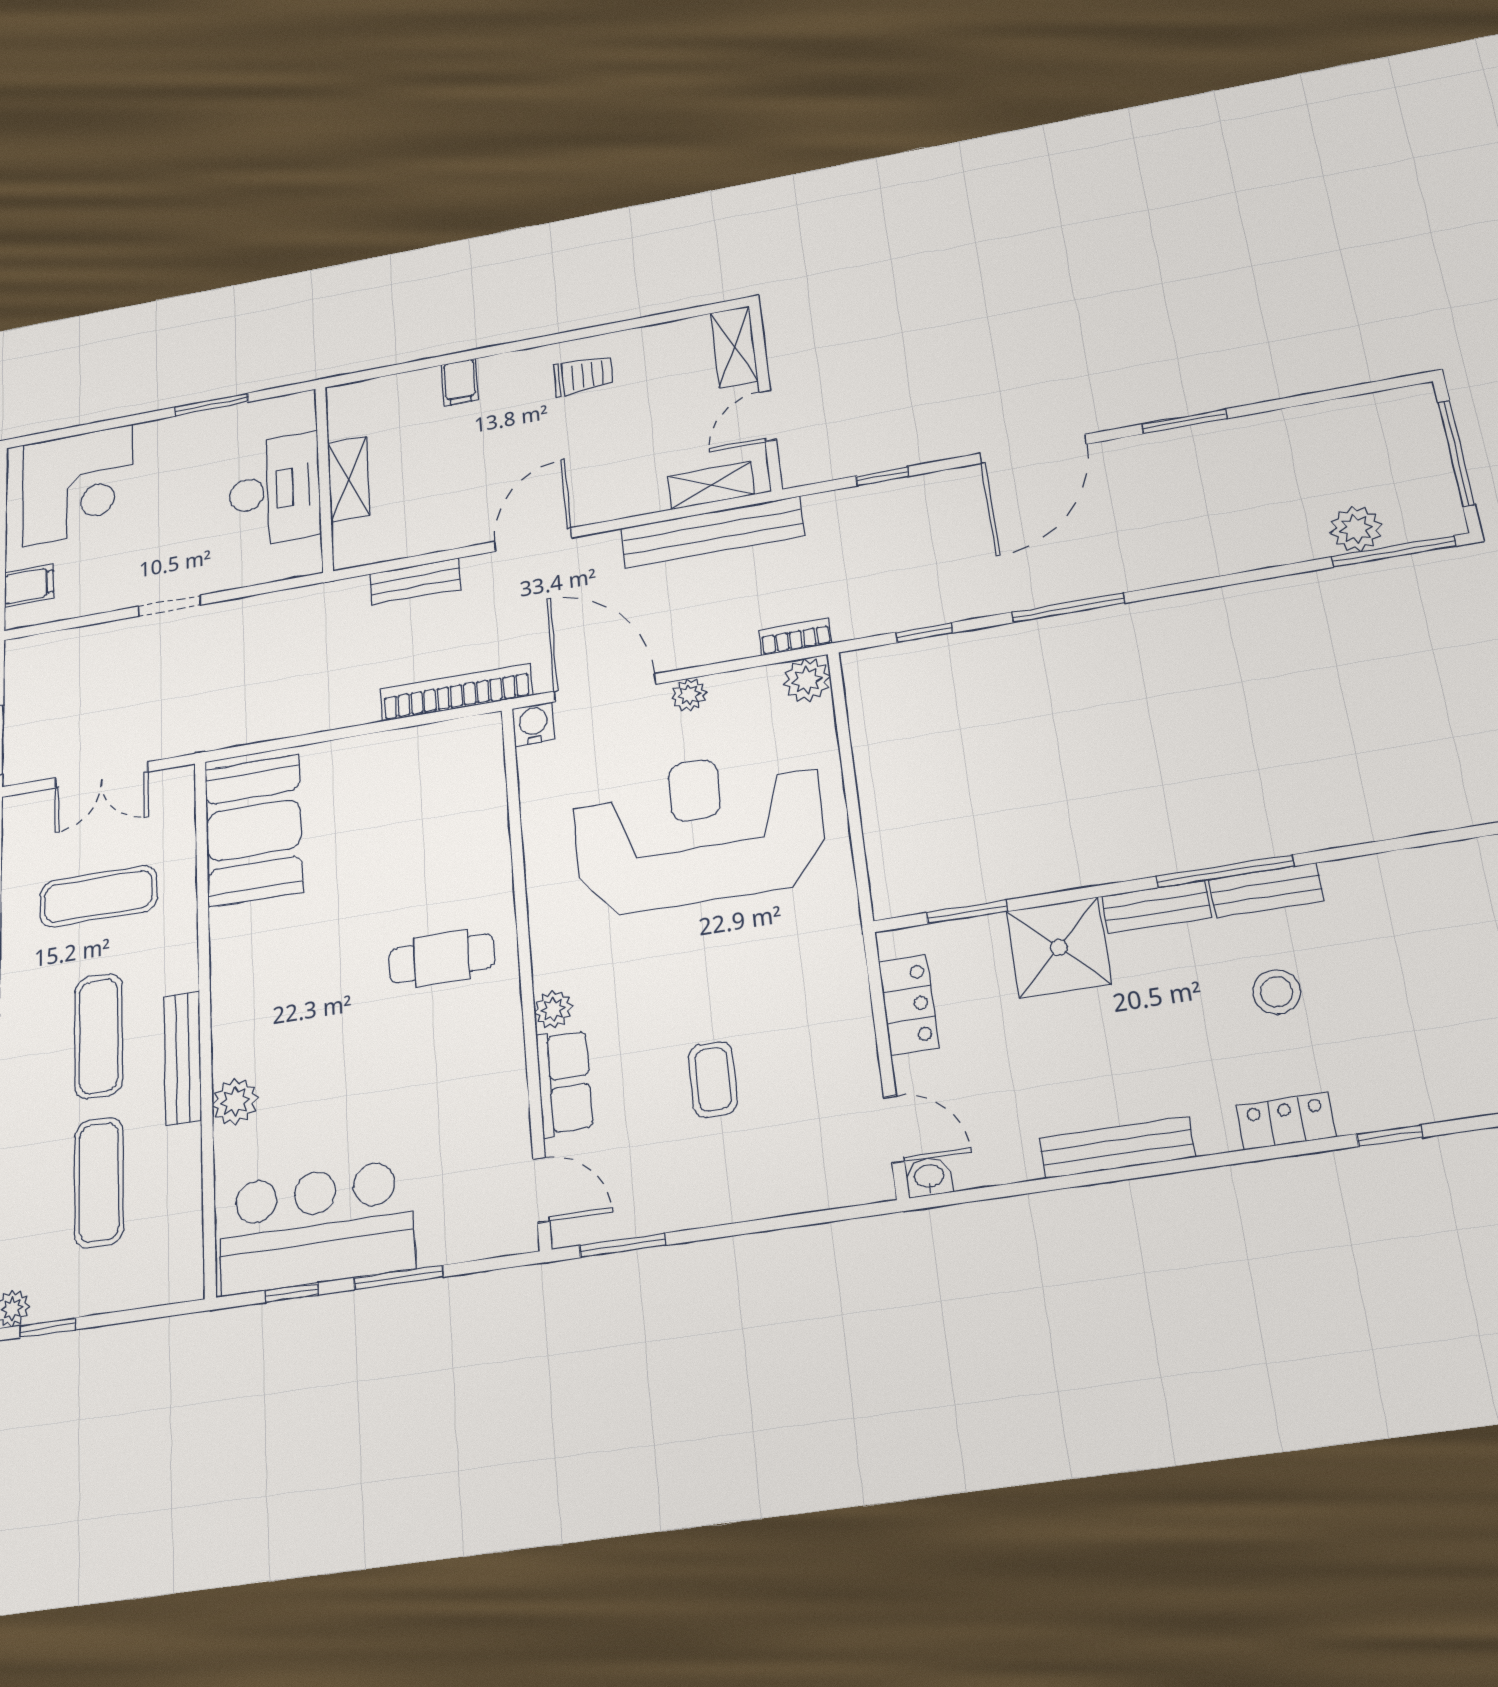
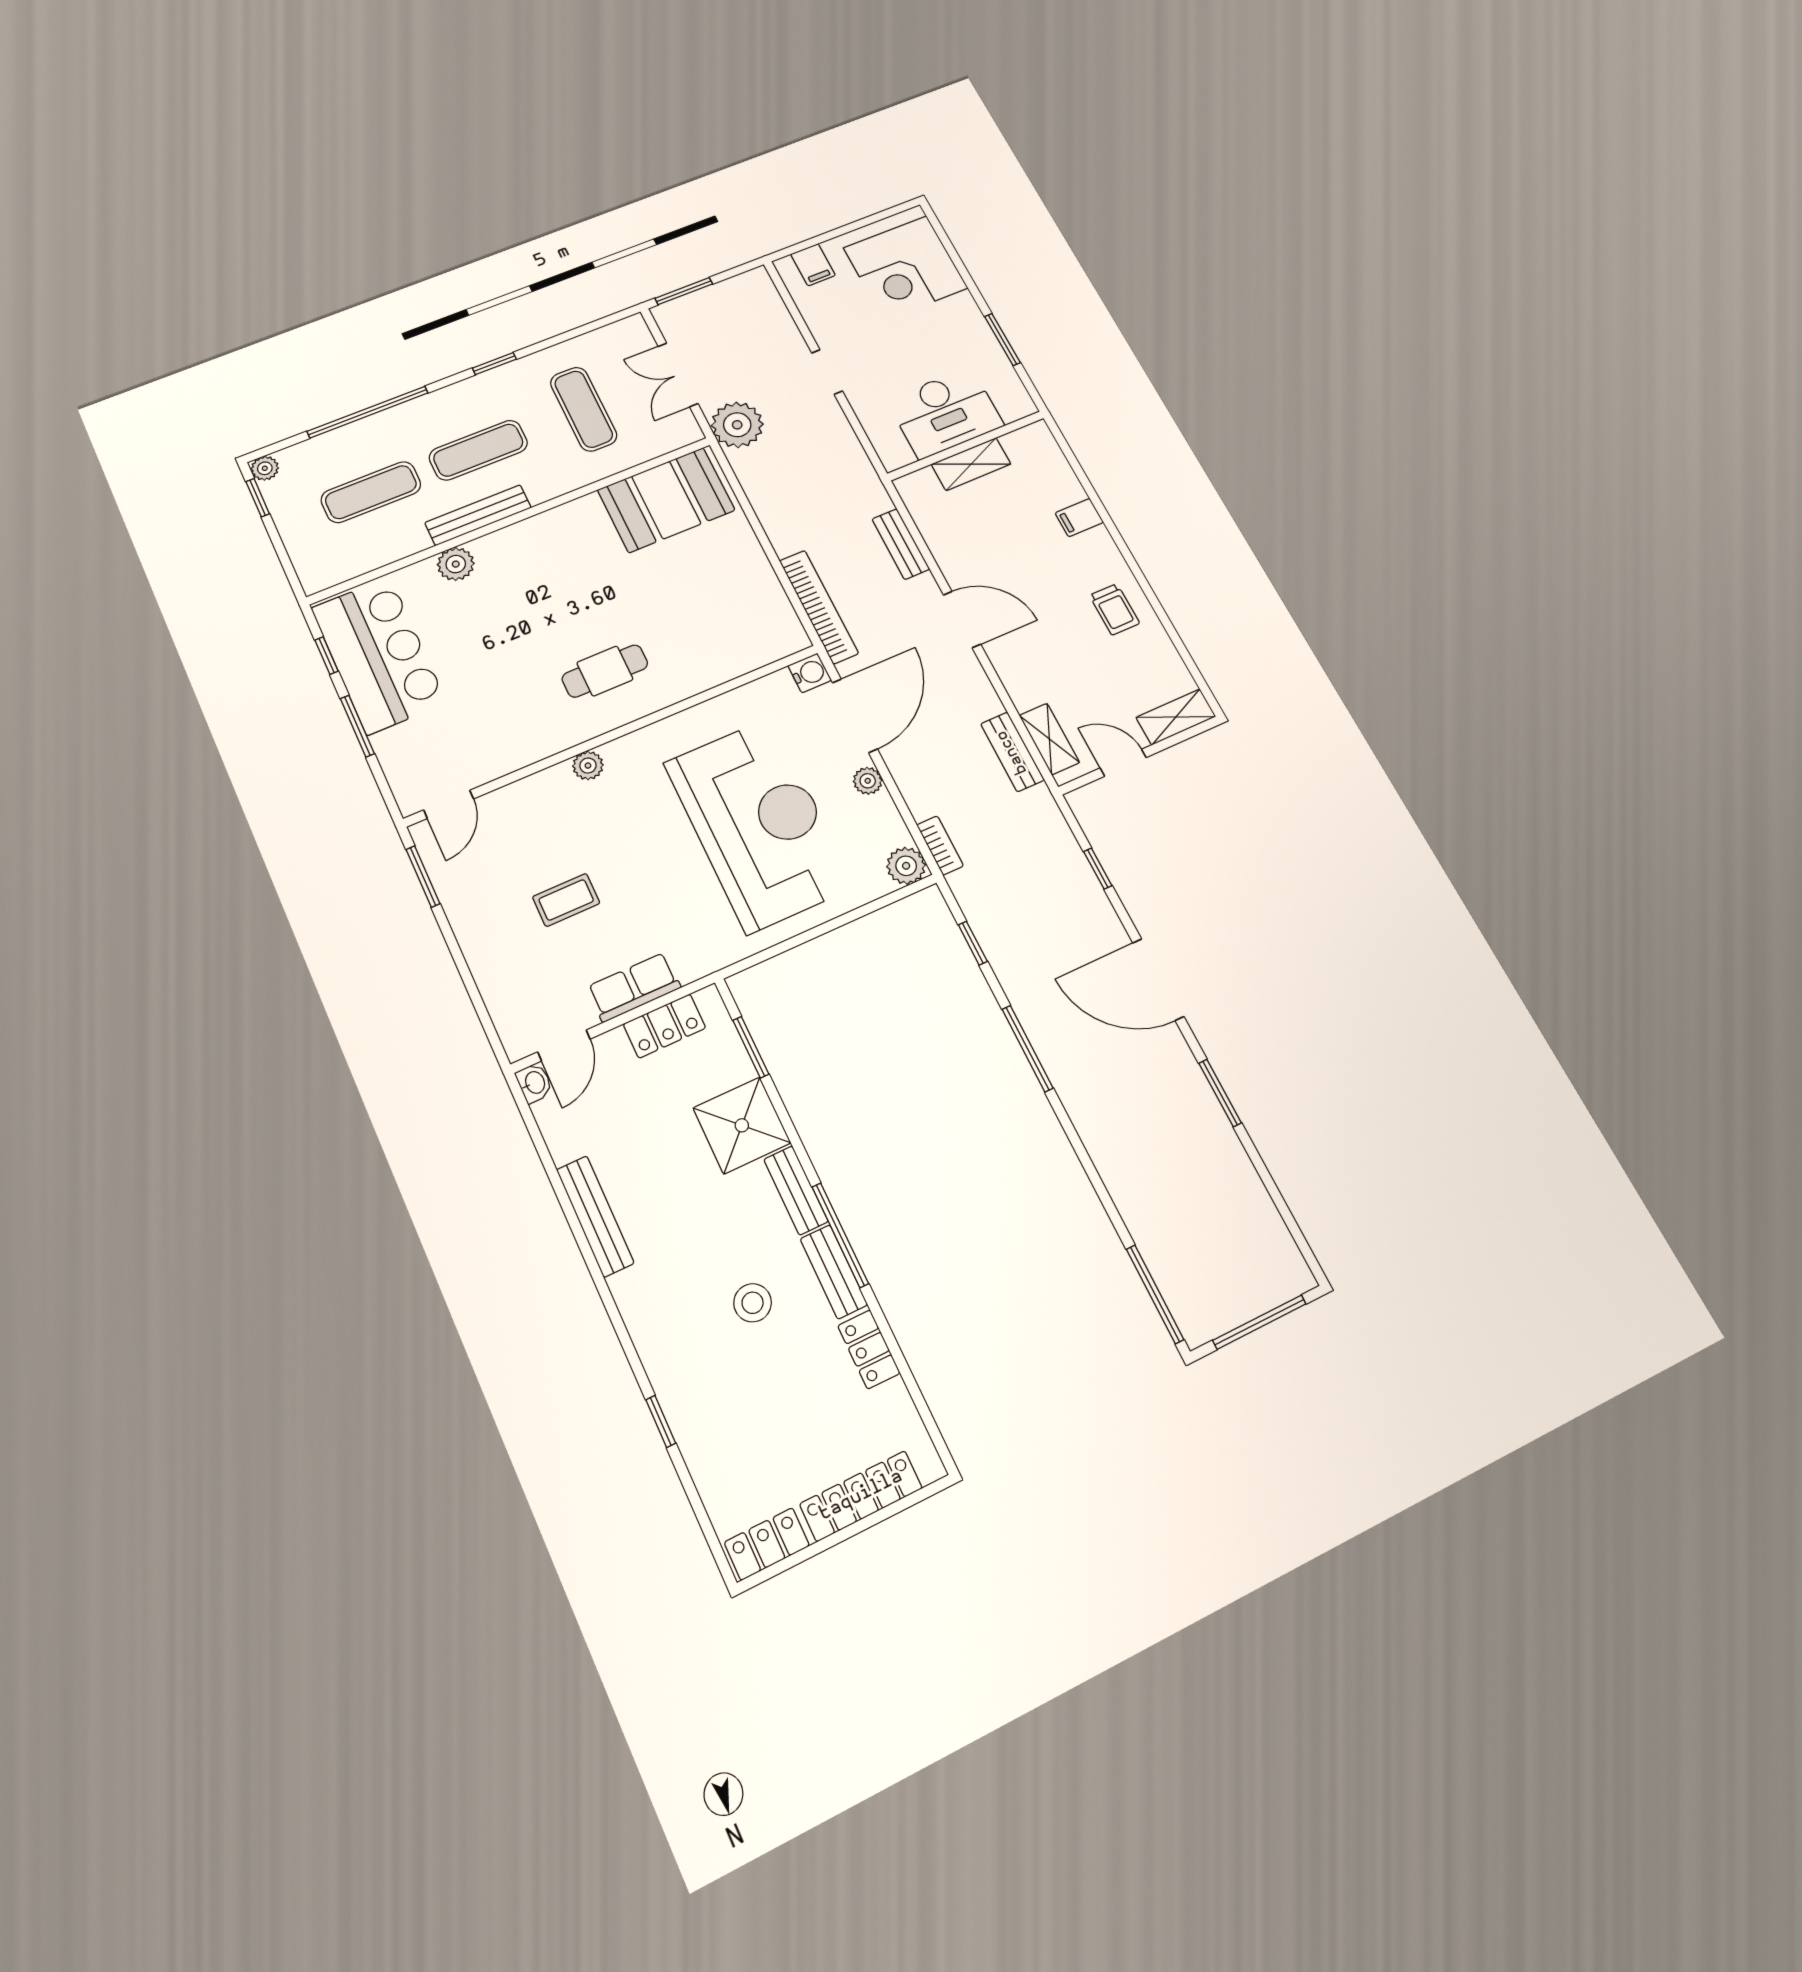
plant: (1356, 529) -> (737, 425), moved, width x1.36, depth x1.36
bench: (712, 532) -> (1012, 752), width x0.54, depth x0.82
cafe table: (442, 958) -> (605, 671), turned 90
row of seats: (564, 1082) -> (634, 987), moved, turned 180
locker: (1286, 1121) -> (869, 1349), moved, turned 180

